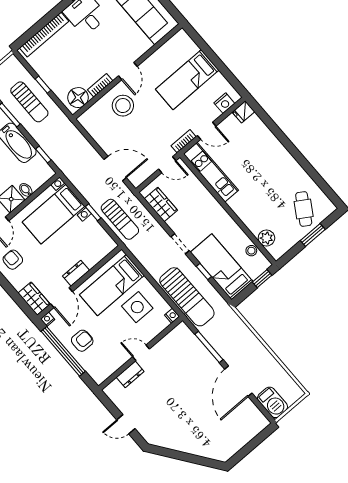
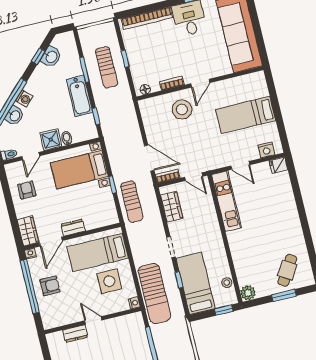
floor lamp: (78, 98) -> (145, 89), width x0.53, depth x0.53
bookcase: (184, 141) -> (168, 176), moved
plant: (266, 238) -> (248, 293), moved

